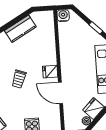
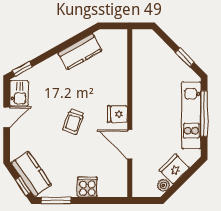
water cooler: (63, 16) -> (140, 37), removed

